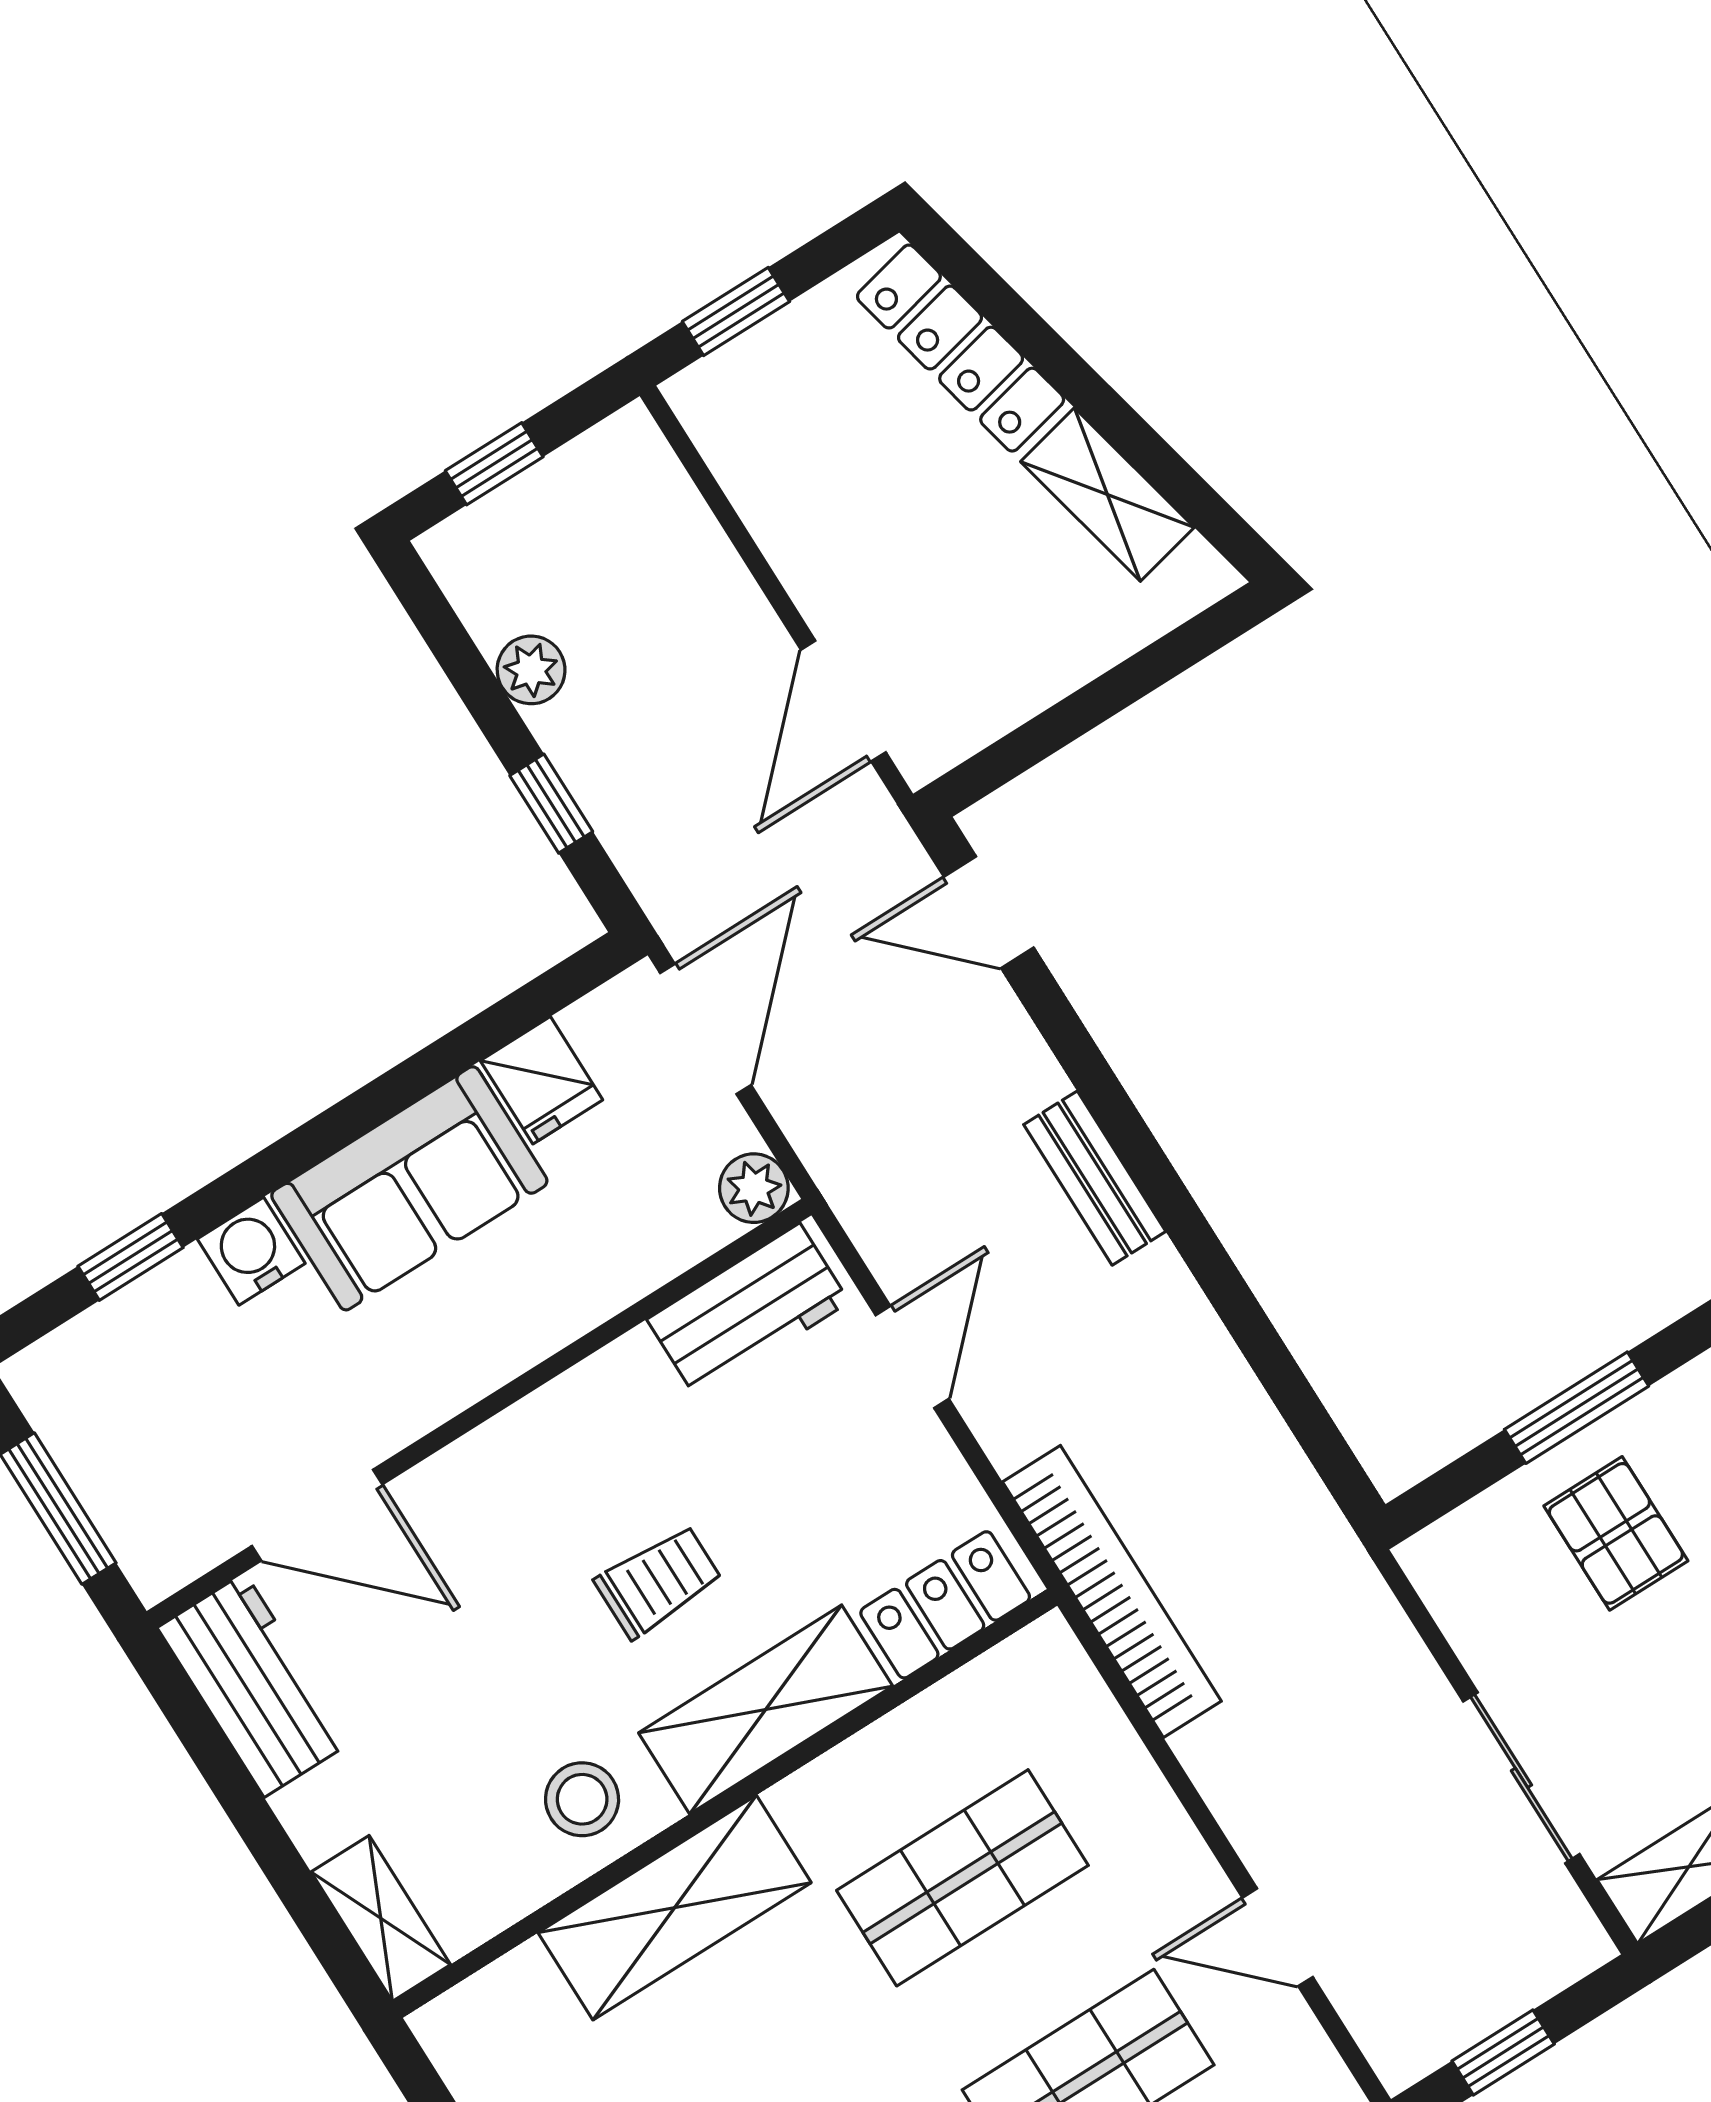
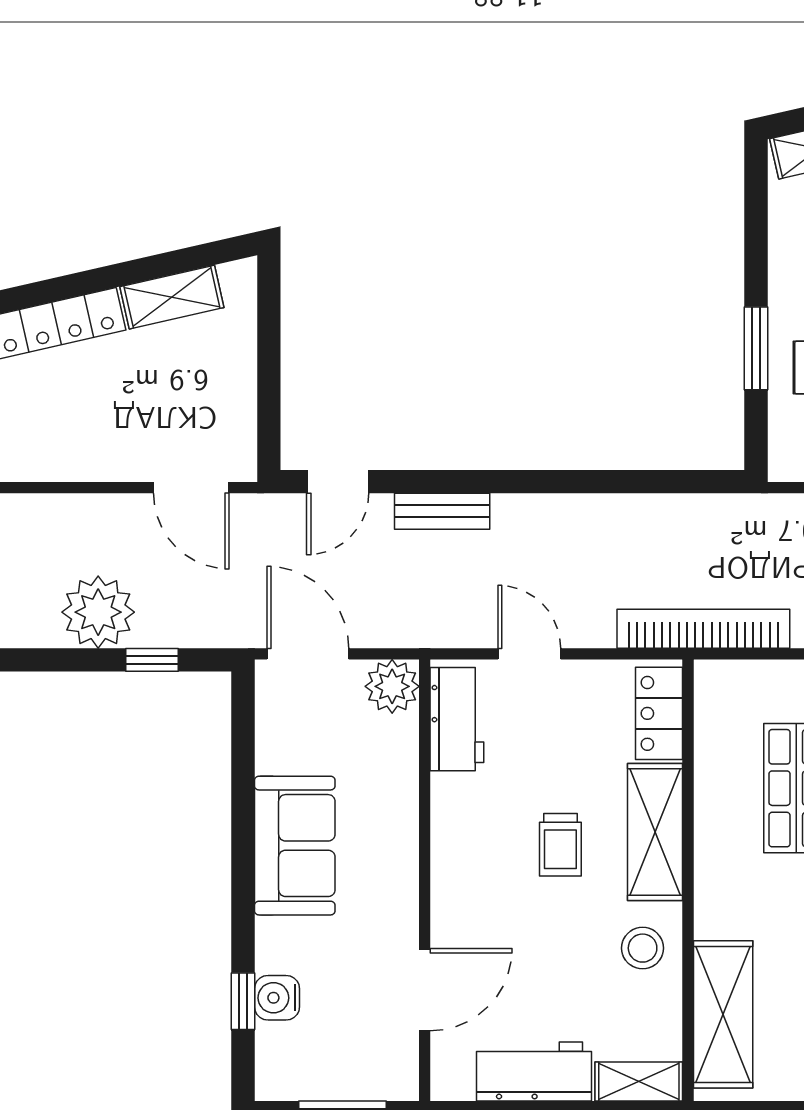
plant: (531, 670) -> (98, 612), width x1.87, depth x1.87
fridge: (542, 1080) -> (283, 749), removed
bench: (1095, 1178) -> (442, 511), moved
plant: (754, 1188) -> (392, 686), width x1.38, depth x1.38
water cooler: (251, 1251) -> (277, 998), moved
trolley: (658, 1581) -> (560, 845), turned 180
workbench: (254, 1685) -> (534, 1072), moved
shelving: (675, 1908) -> (723, 1014), moved

